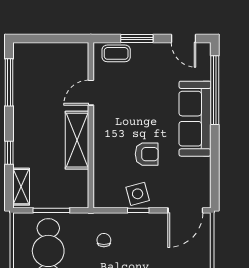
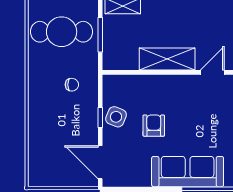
door: (91, 93) -> (212, 72), hinge flipped
armchair: (147, 154) -> (154, 126), turned 180
side table: (138, 194) -> (116, 117), turned 37

